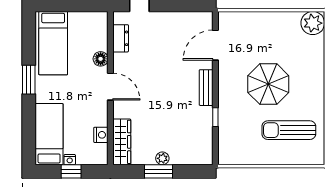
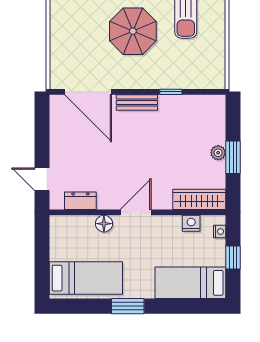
door: (215, 45) -> (88, 92), width x1.36
nightstand: (70, 160) -> (220, 232), moved

